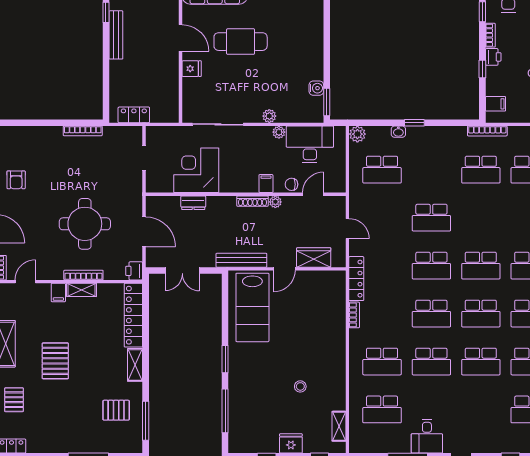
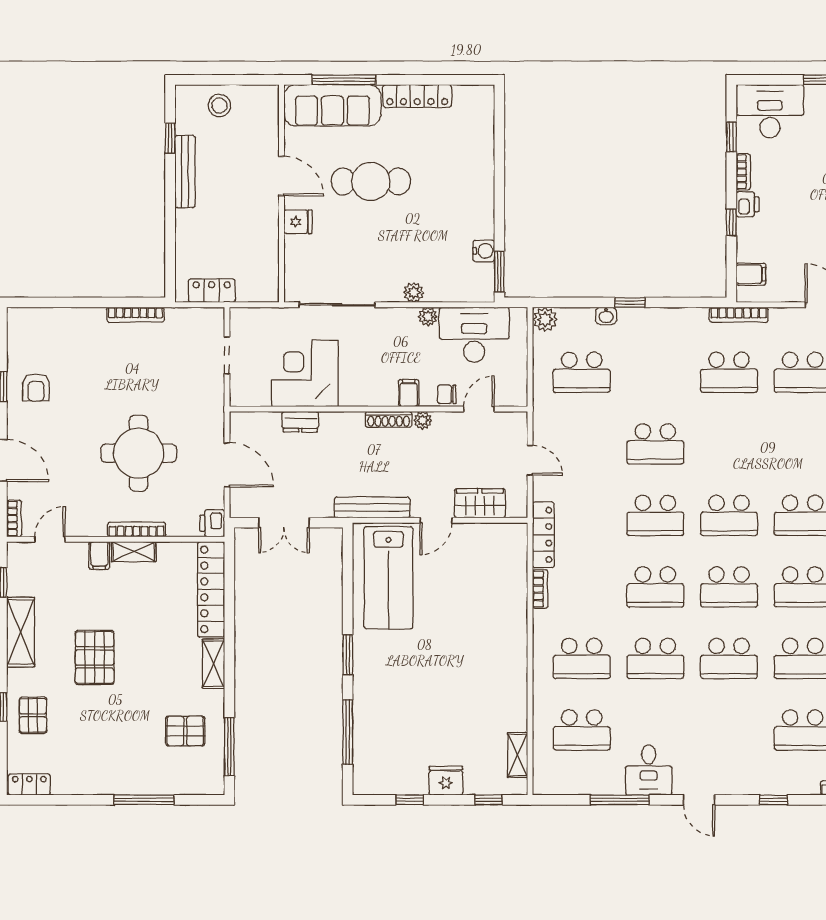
stool: (300, 386) -> (460, 696), removed

